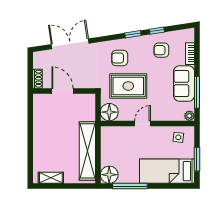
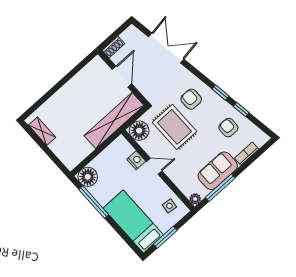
nightstand: (127, 132) -> (136, 160), added
shelving: (87, 151) -> (114, 121), moved

